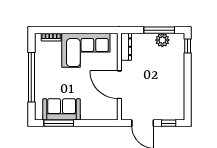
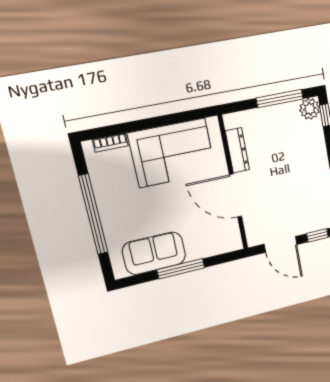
plant: (162, 40) -> (310, 109), moved
dresser: (126, 47) -> (237, 150), moved
window: (59, 123) -> (181, 269), moved

